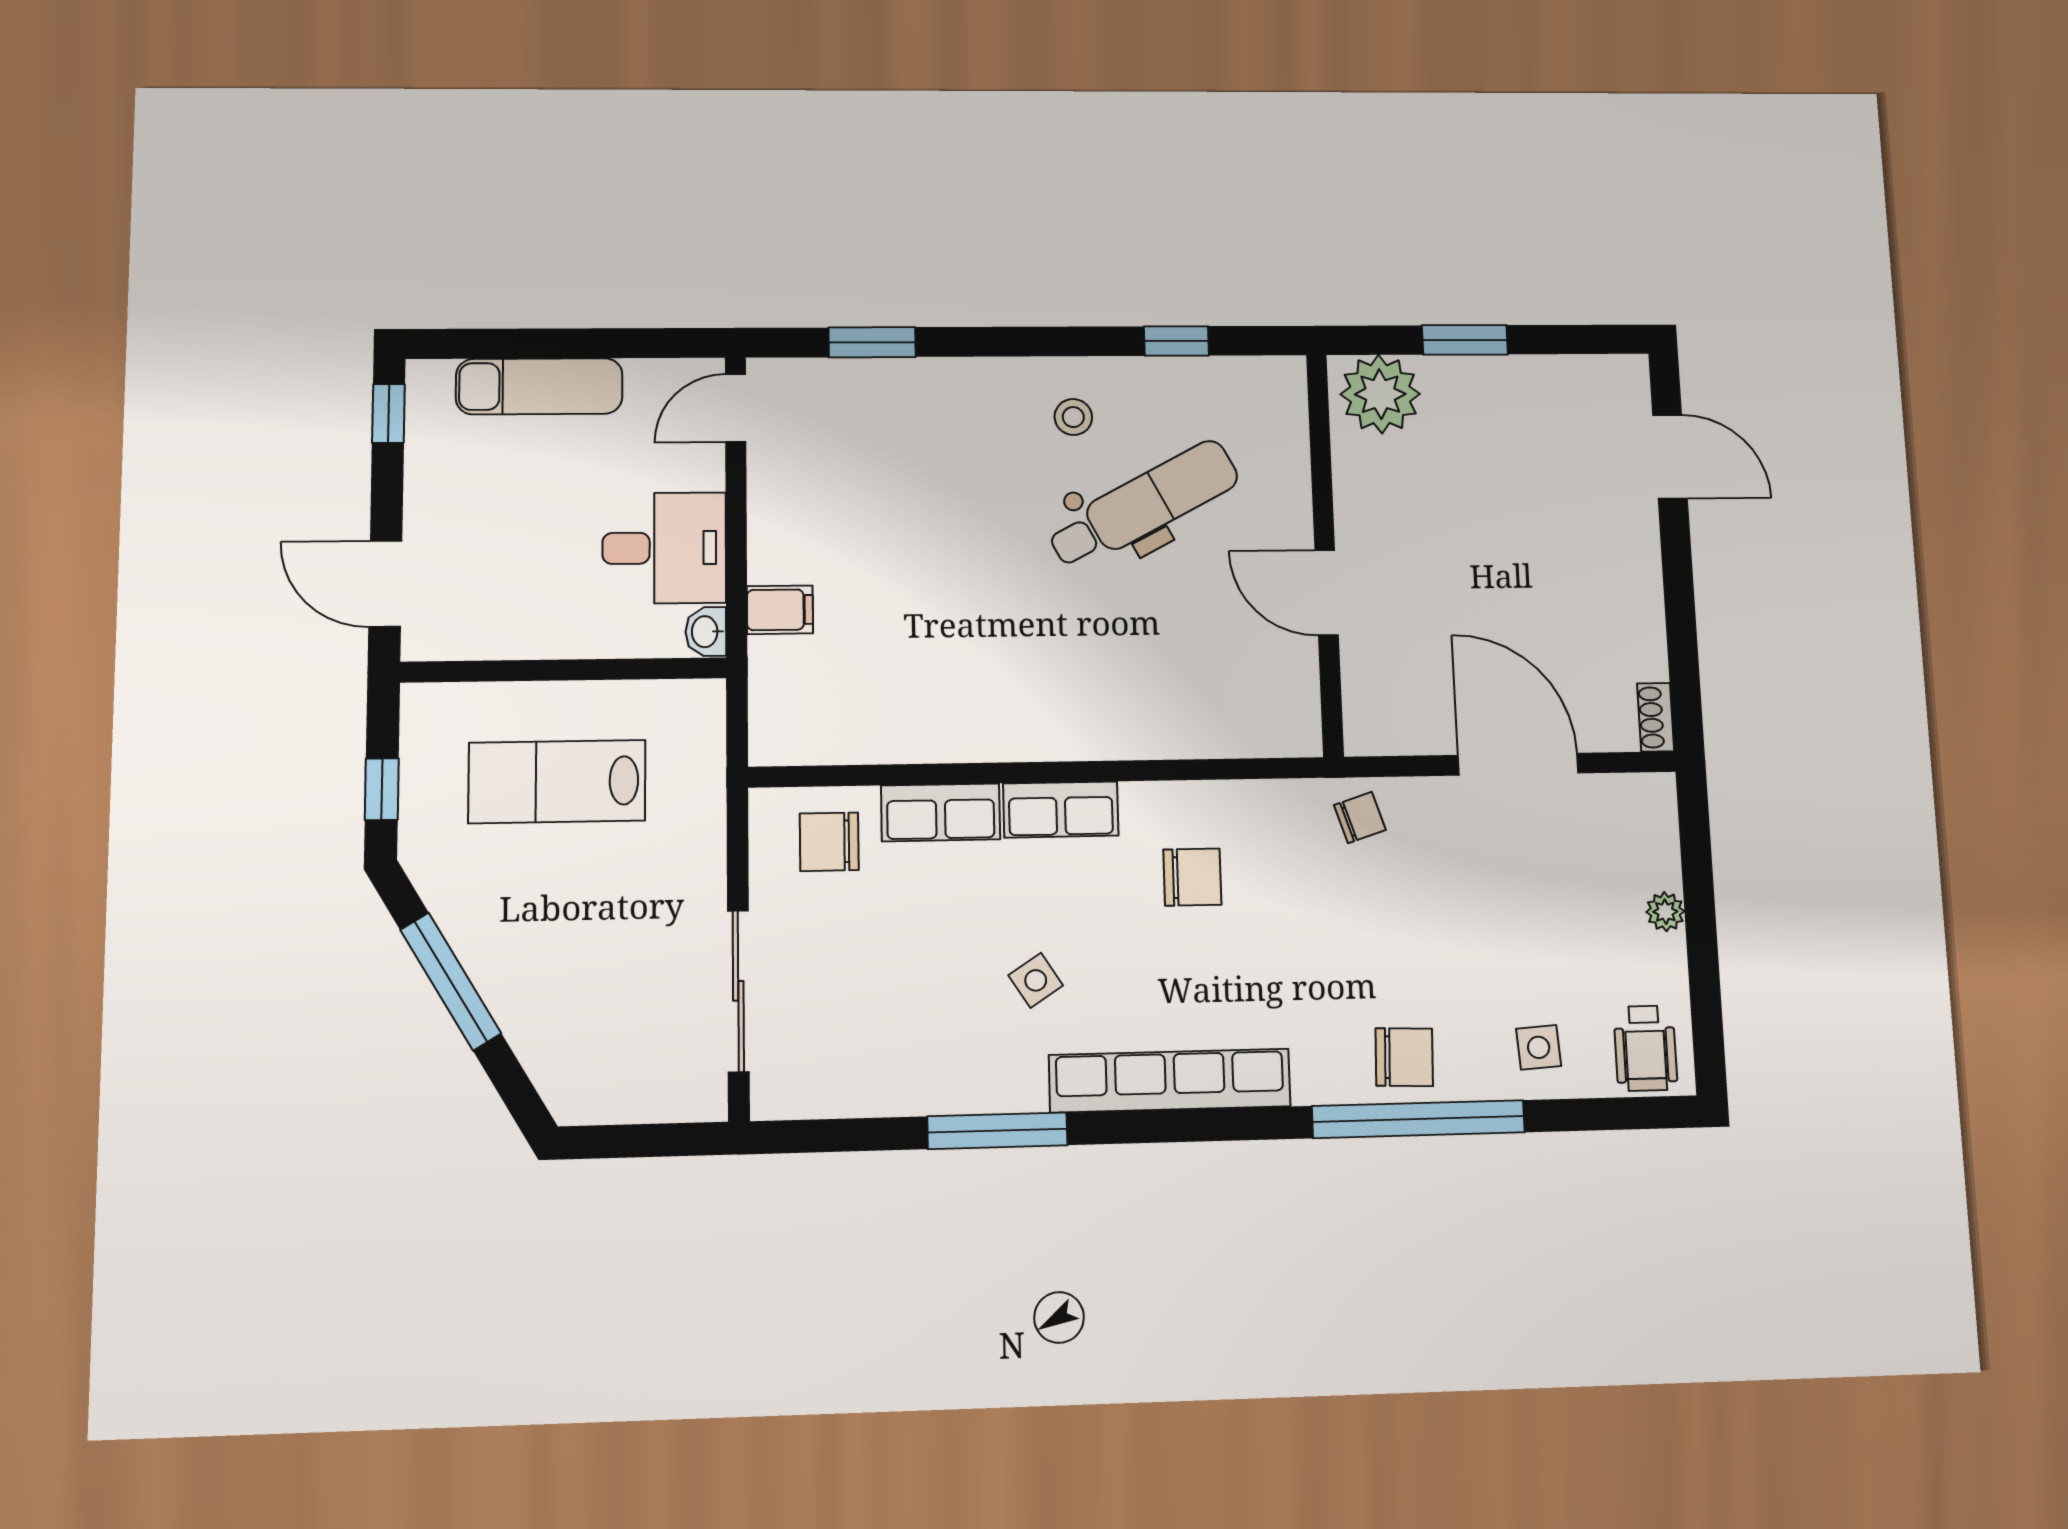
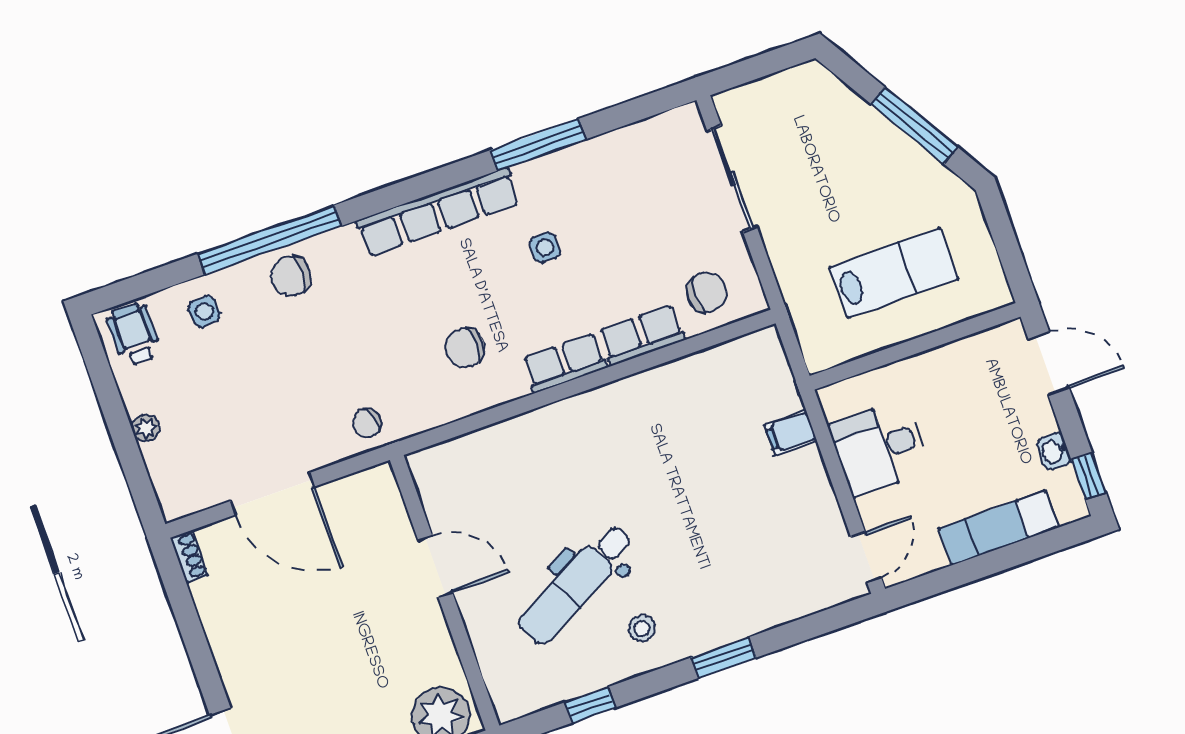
window: (872, 342) -> (724, 658), moved
washbasin: (706, 632) -> (1054, 451), moved, turned 180
window: (382, 789) -> (1002, 231), removed
side table: (1036, 980) -> (545, 247), turned 33

